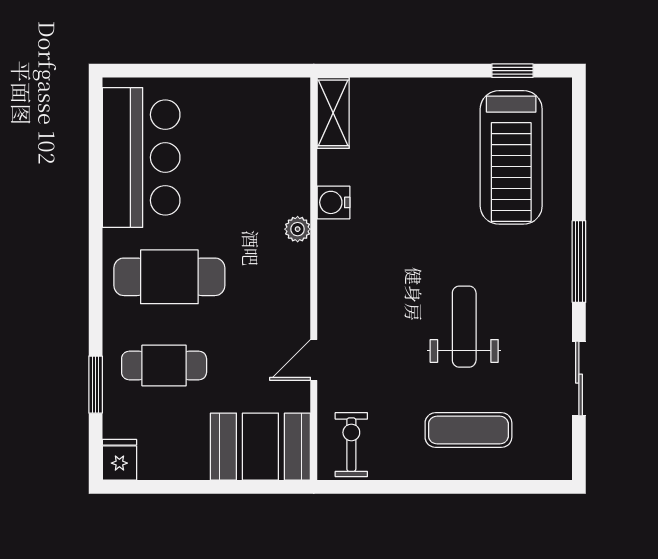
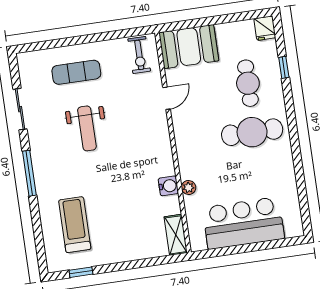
bar counter: (141, 157) -> (243, 223), moved, turned 90
treadmill: (511, 157) -> (75, 225), width x0.73, depth x0.73
plant: (298, 229) -> (189, 187), moved
cafe table: (164, 365) -> (248, 83), turned 90
window: (96, 385) -> (284, 67), width x0.67

